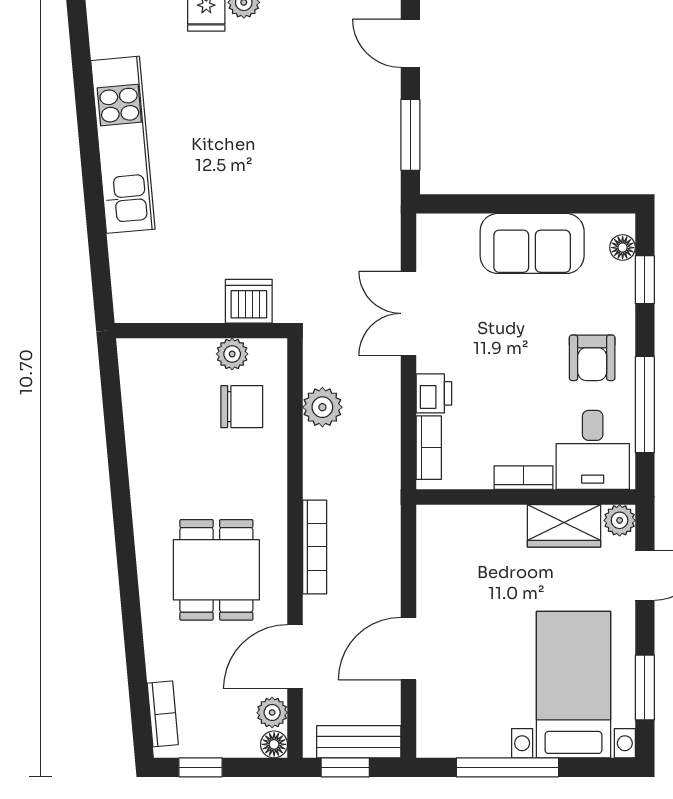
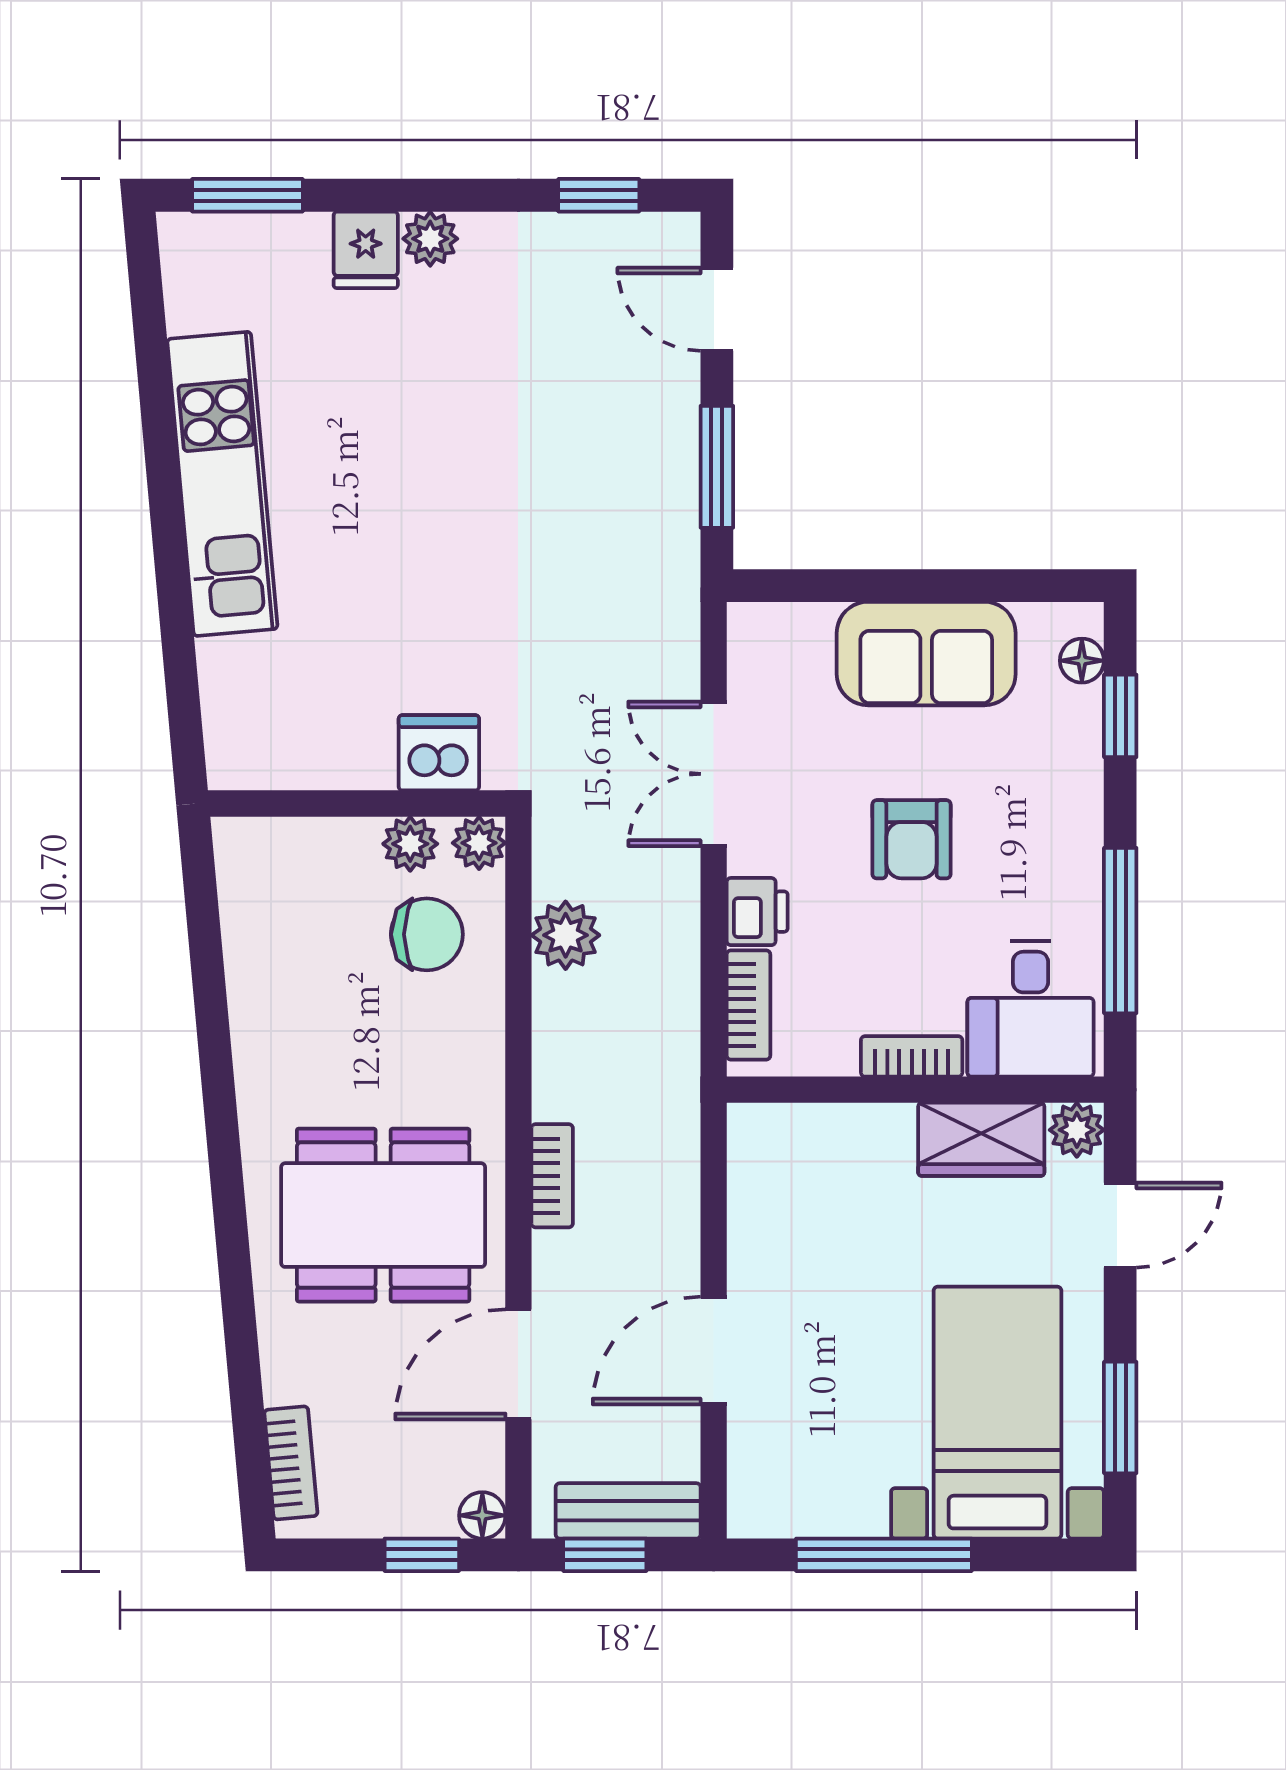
armchair: (592, 358) -> (911, 839), moved
bookcase: (315, 547) -> (552, 1176), width x0.64
dining table: (216, 570) -> (383, 1215), width x1.38
plant: (272, 713) -> (479, 843), moved
window: (201, 767) -> (422, 1555), moved

